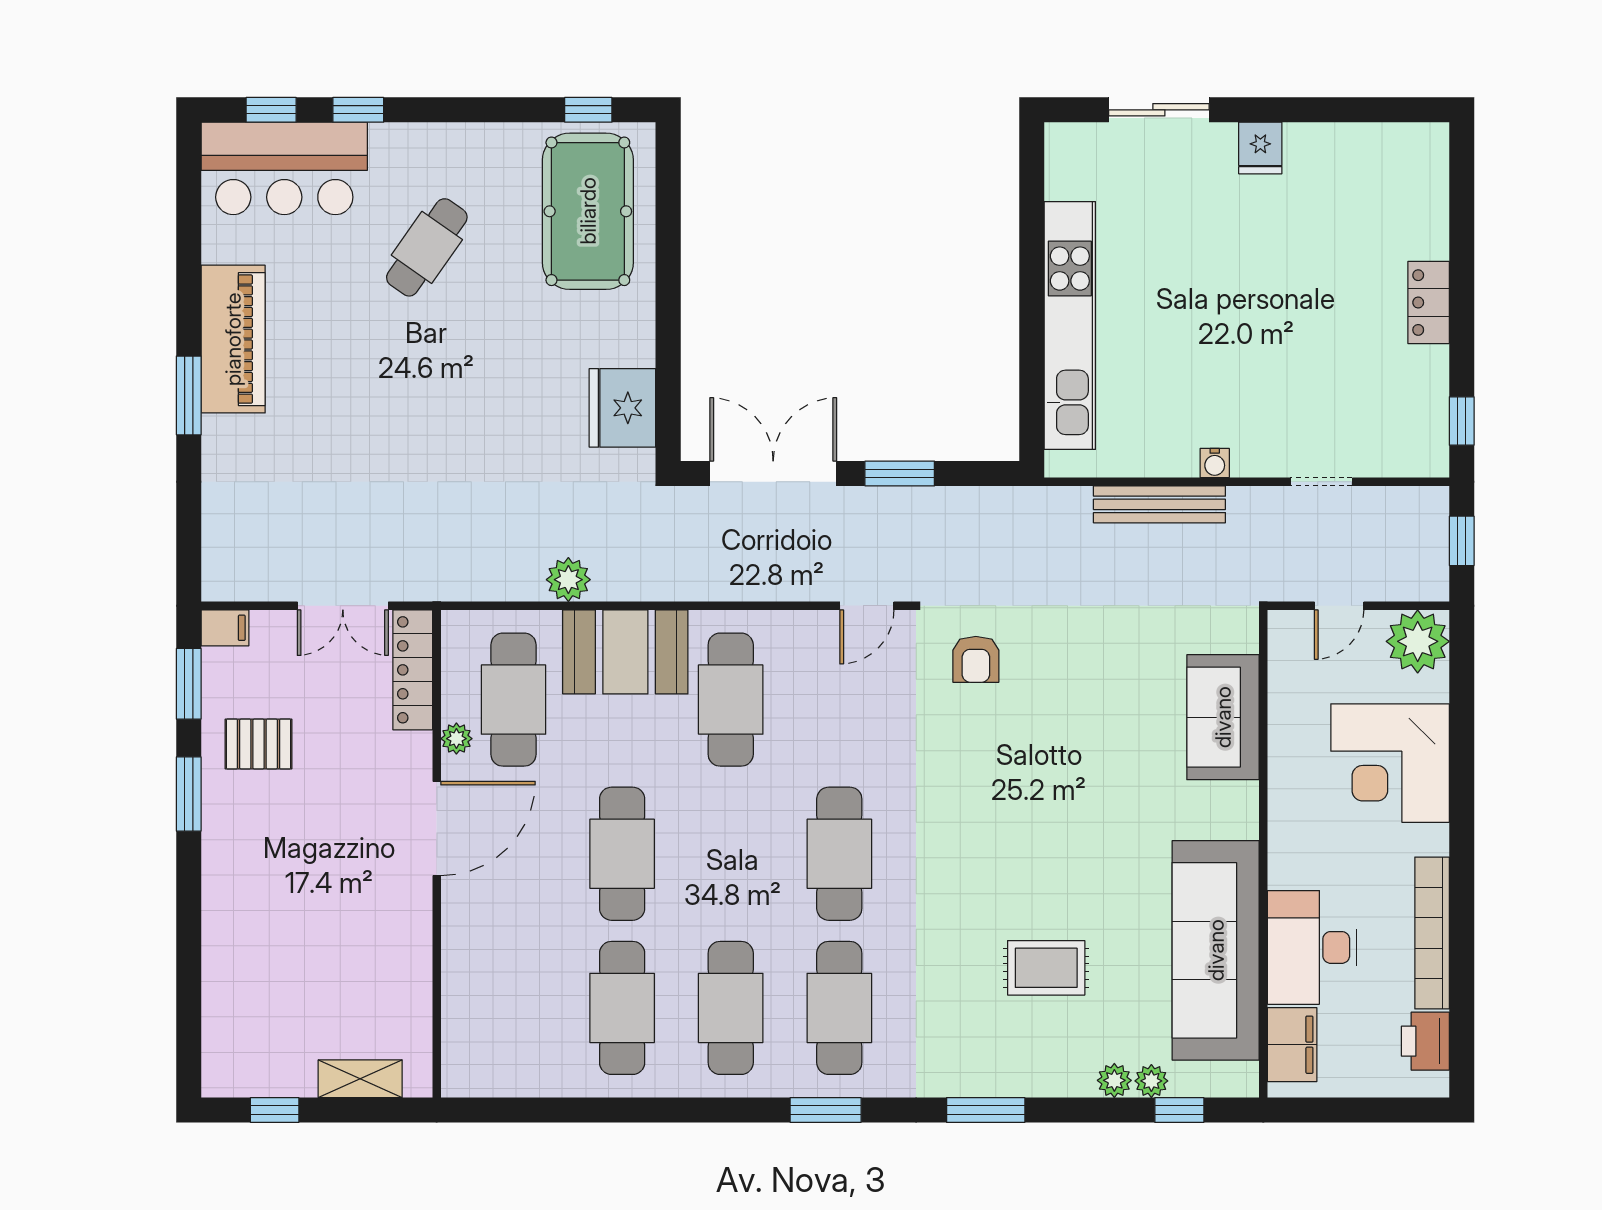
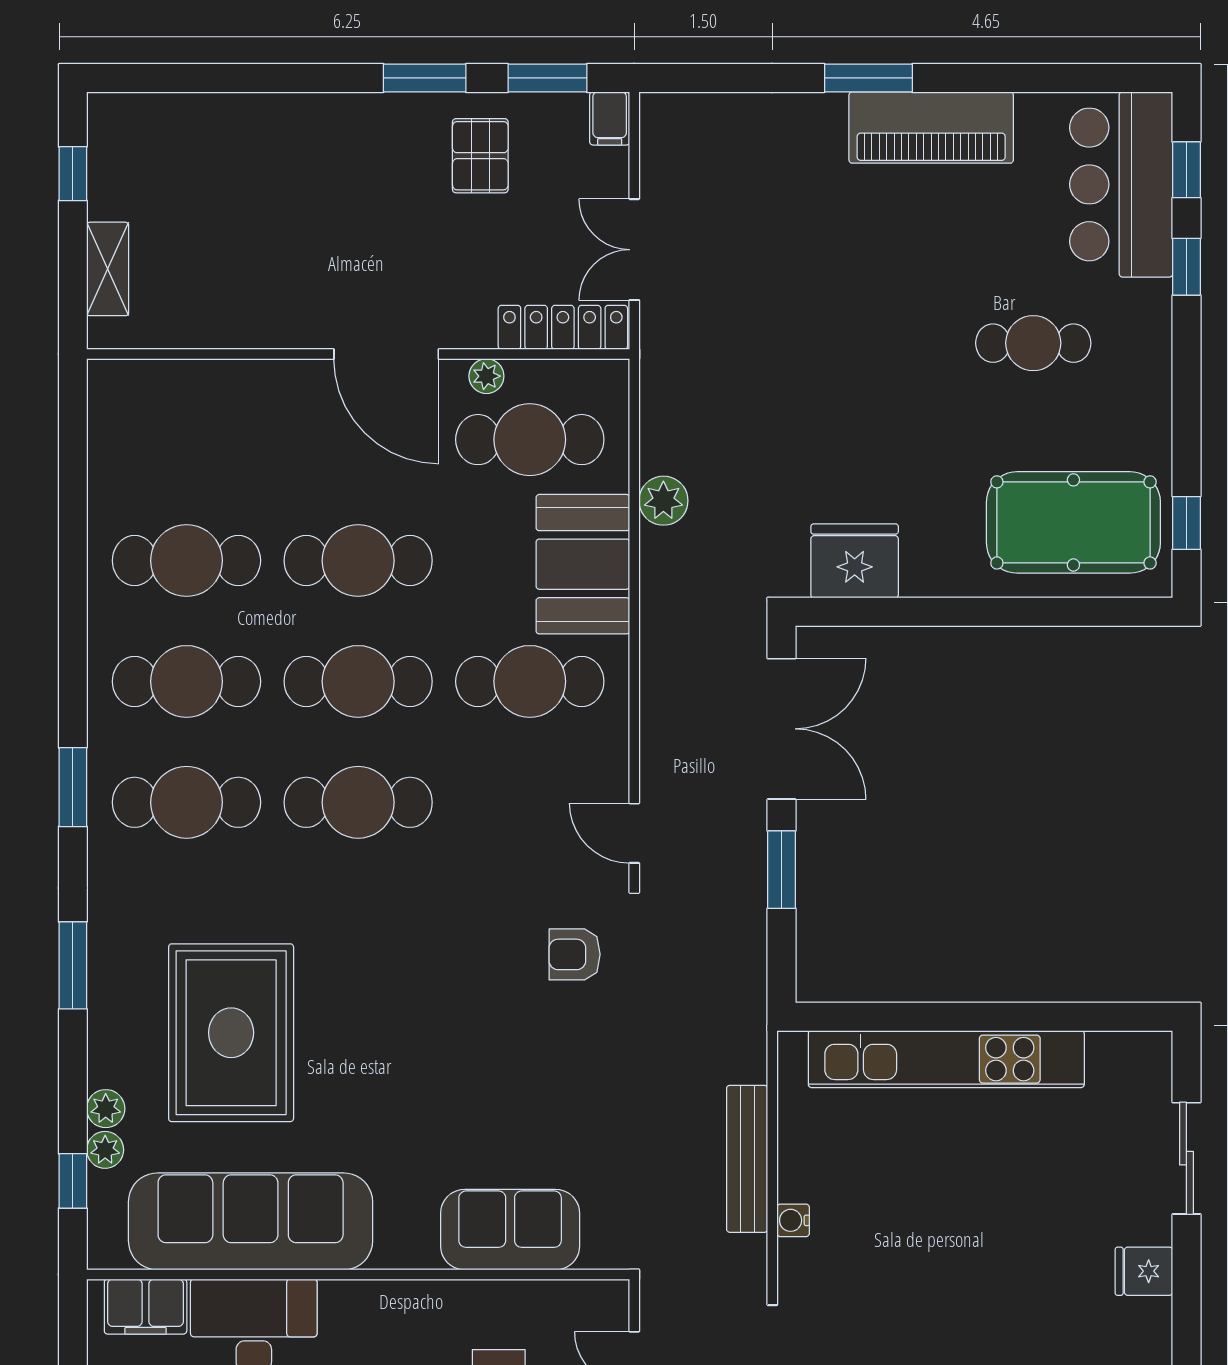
cafe table: (427, 247) -> (1033, 343), turned -35
cafe table: (731, 854) -> (358, 681), added
rug: (1046, 968) -> (231, 1033), width x1.86, depth x2.06

